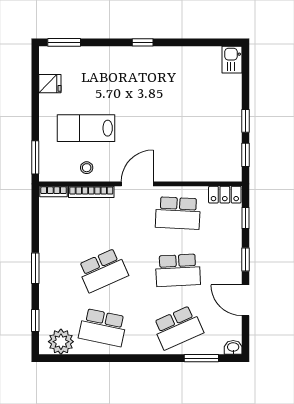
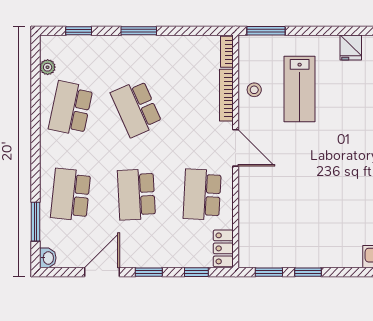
lab bench: (86, 128) -> (300, 89), turned 180
school desk: (178, 328) -> (71, 195), turned 30
plant: (61, 342) -> (48, 67), width x0.53, depth x0.53

